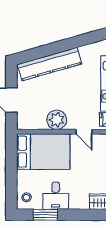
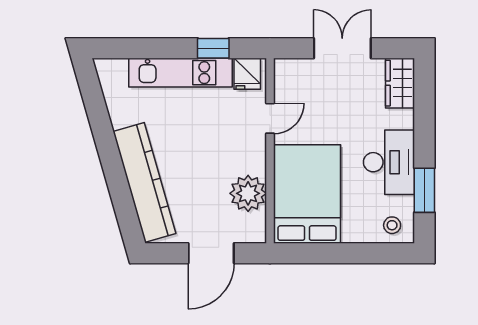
plant: (57, 120) -> (248, 193), moved
desk: (56, 196) -> (389, 162), width x1.37

